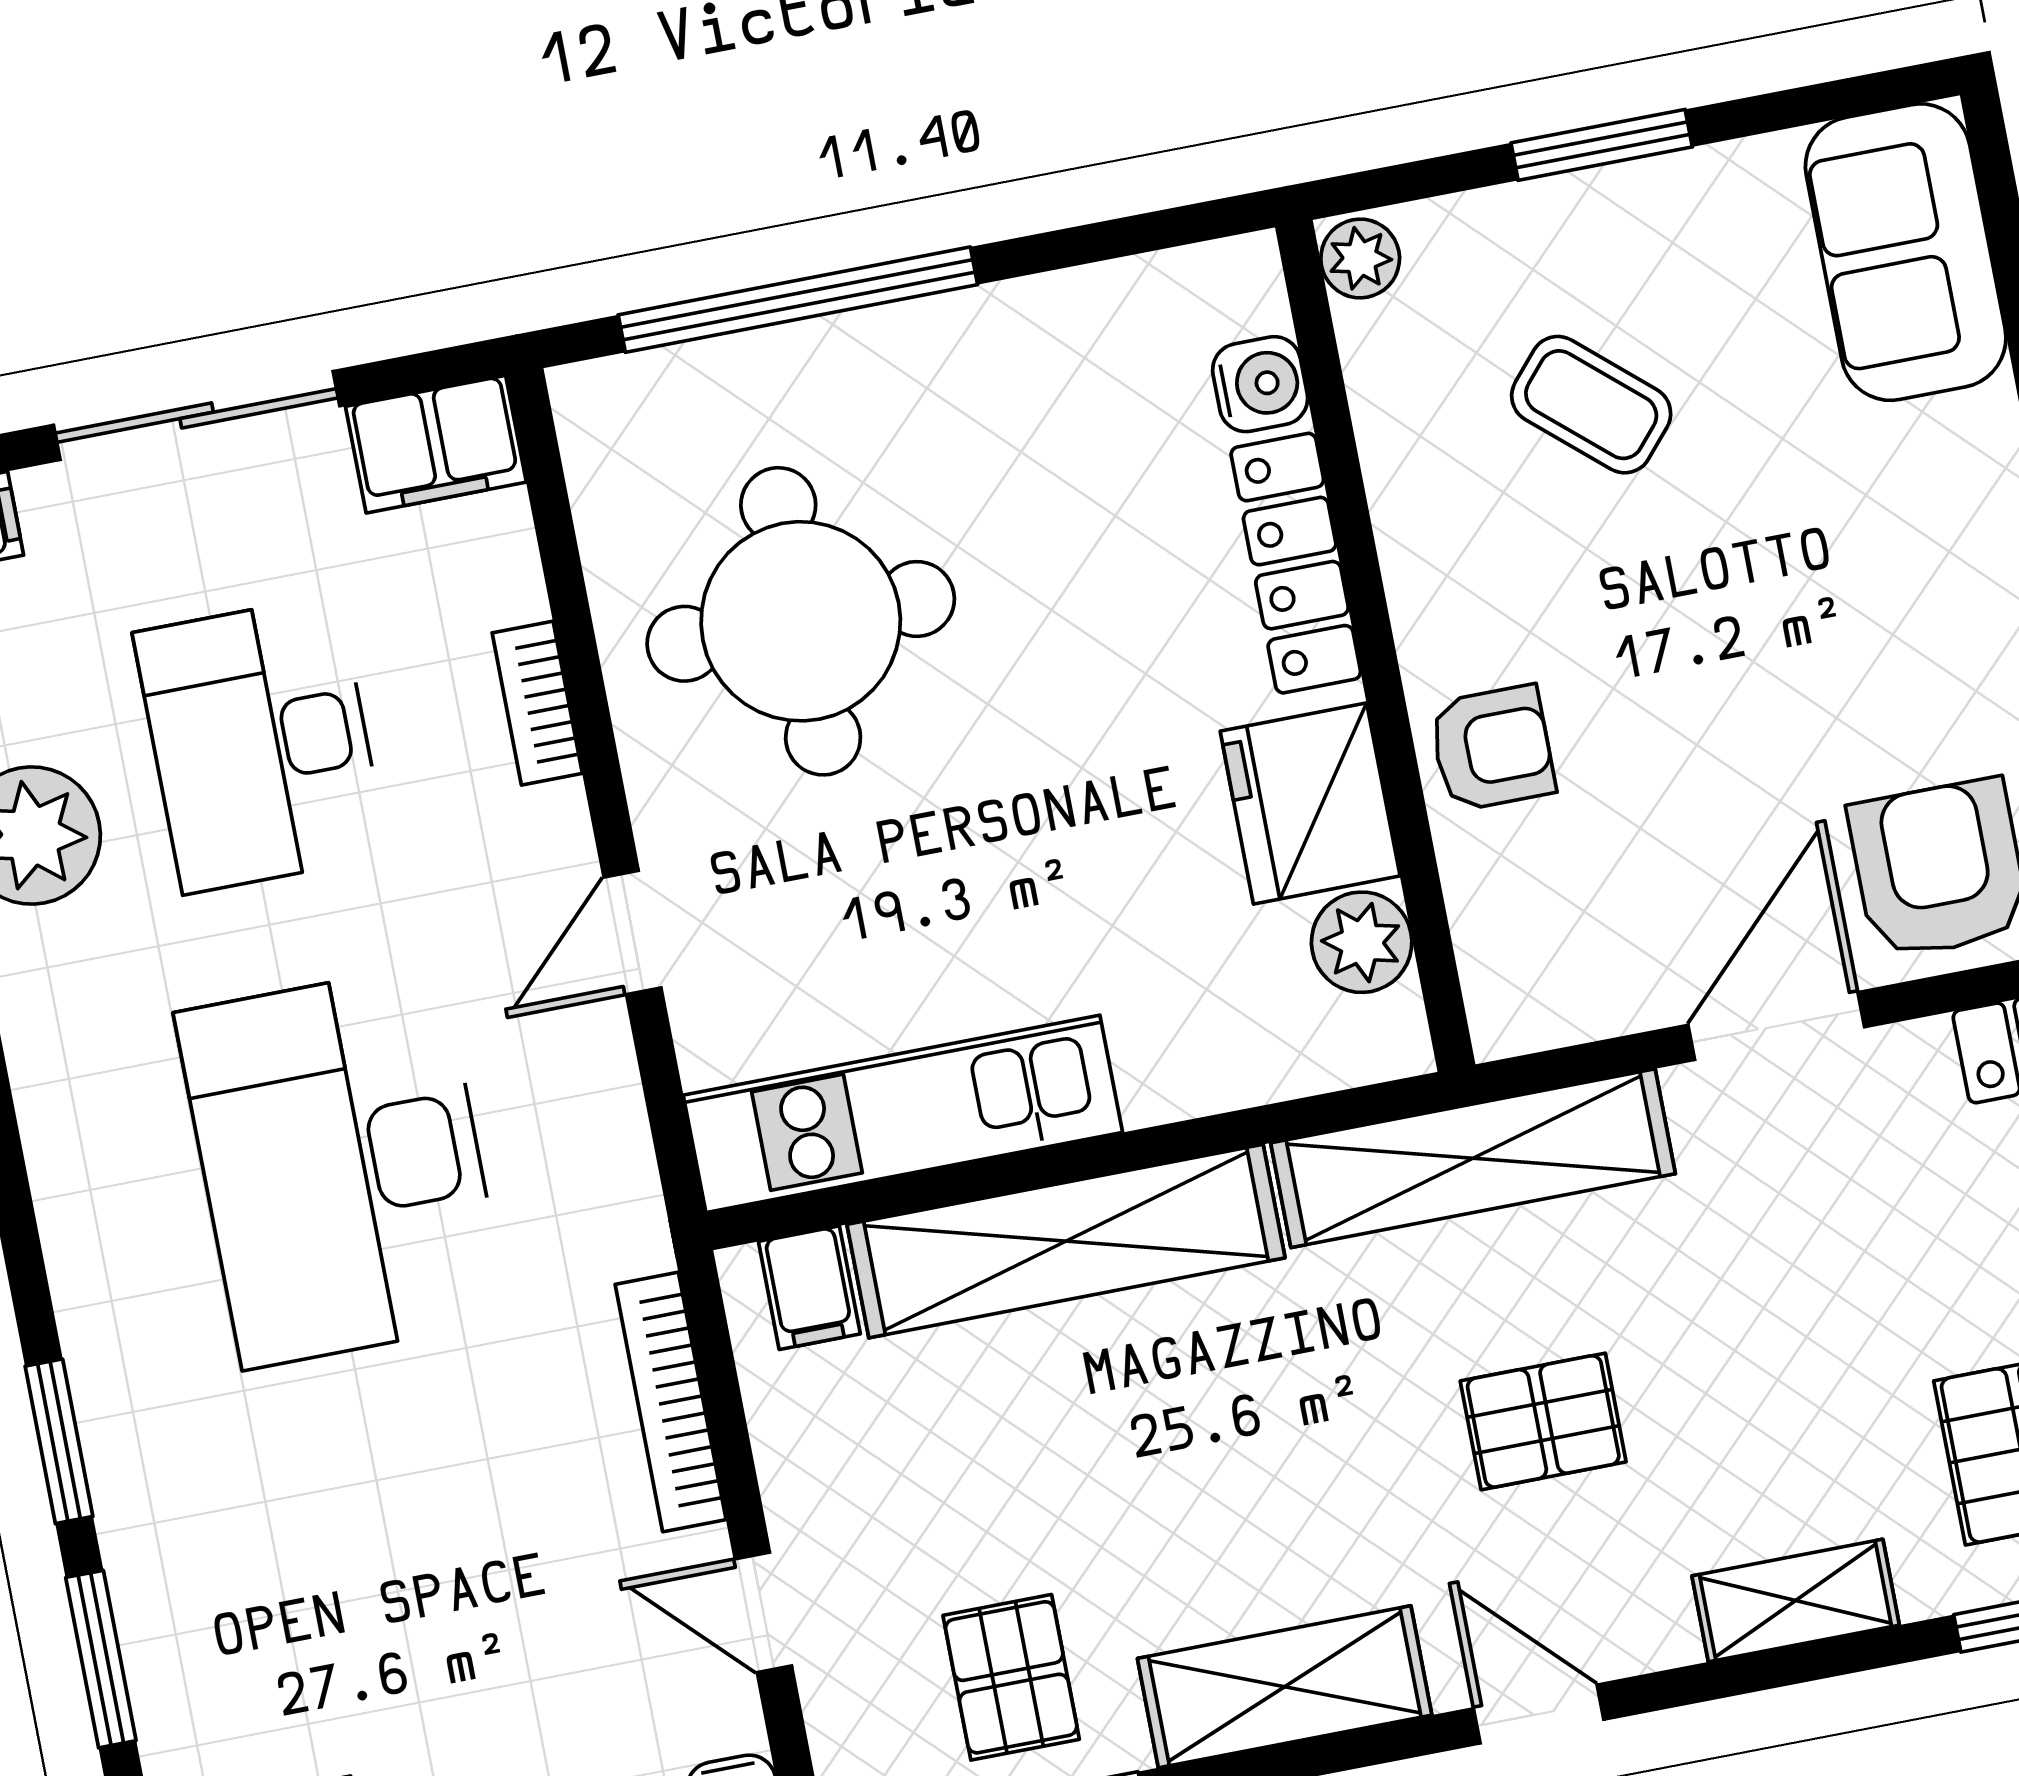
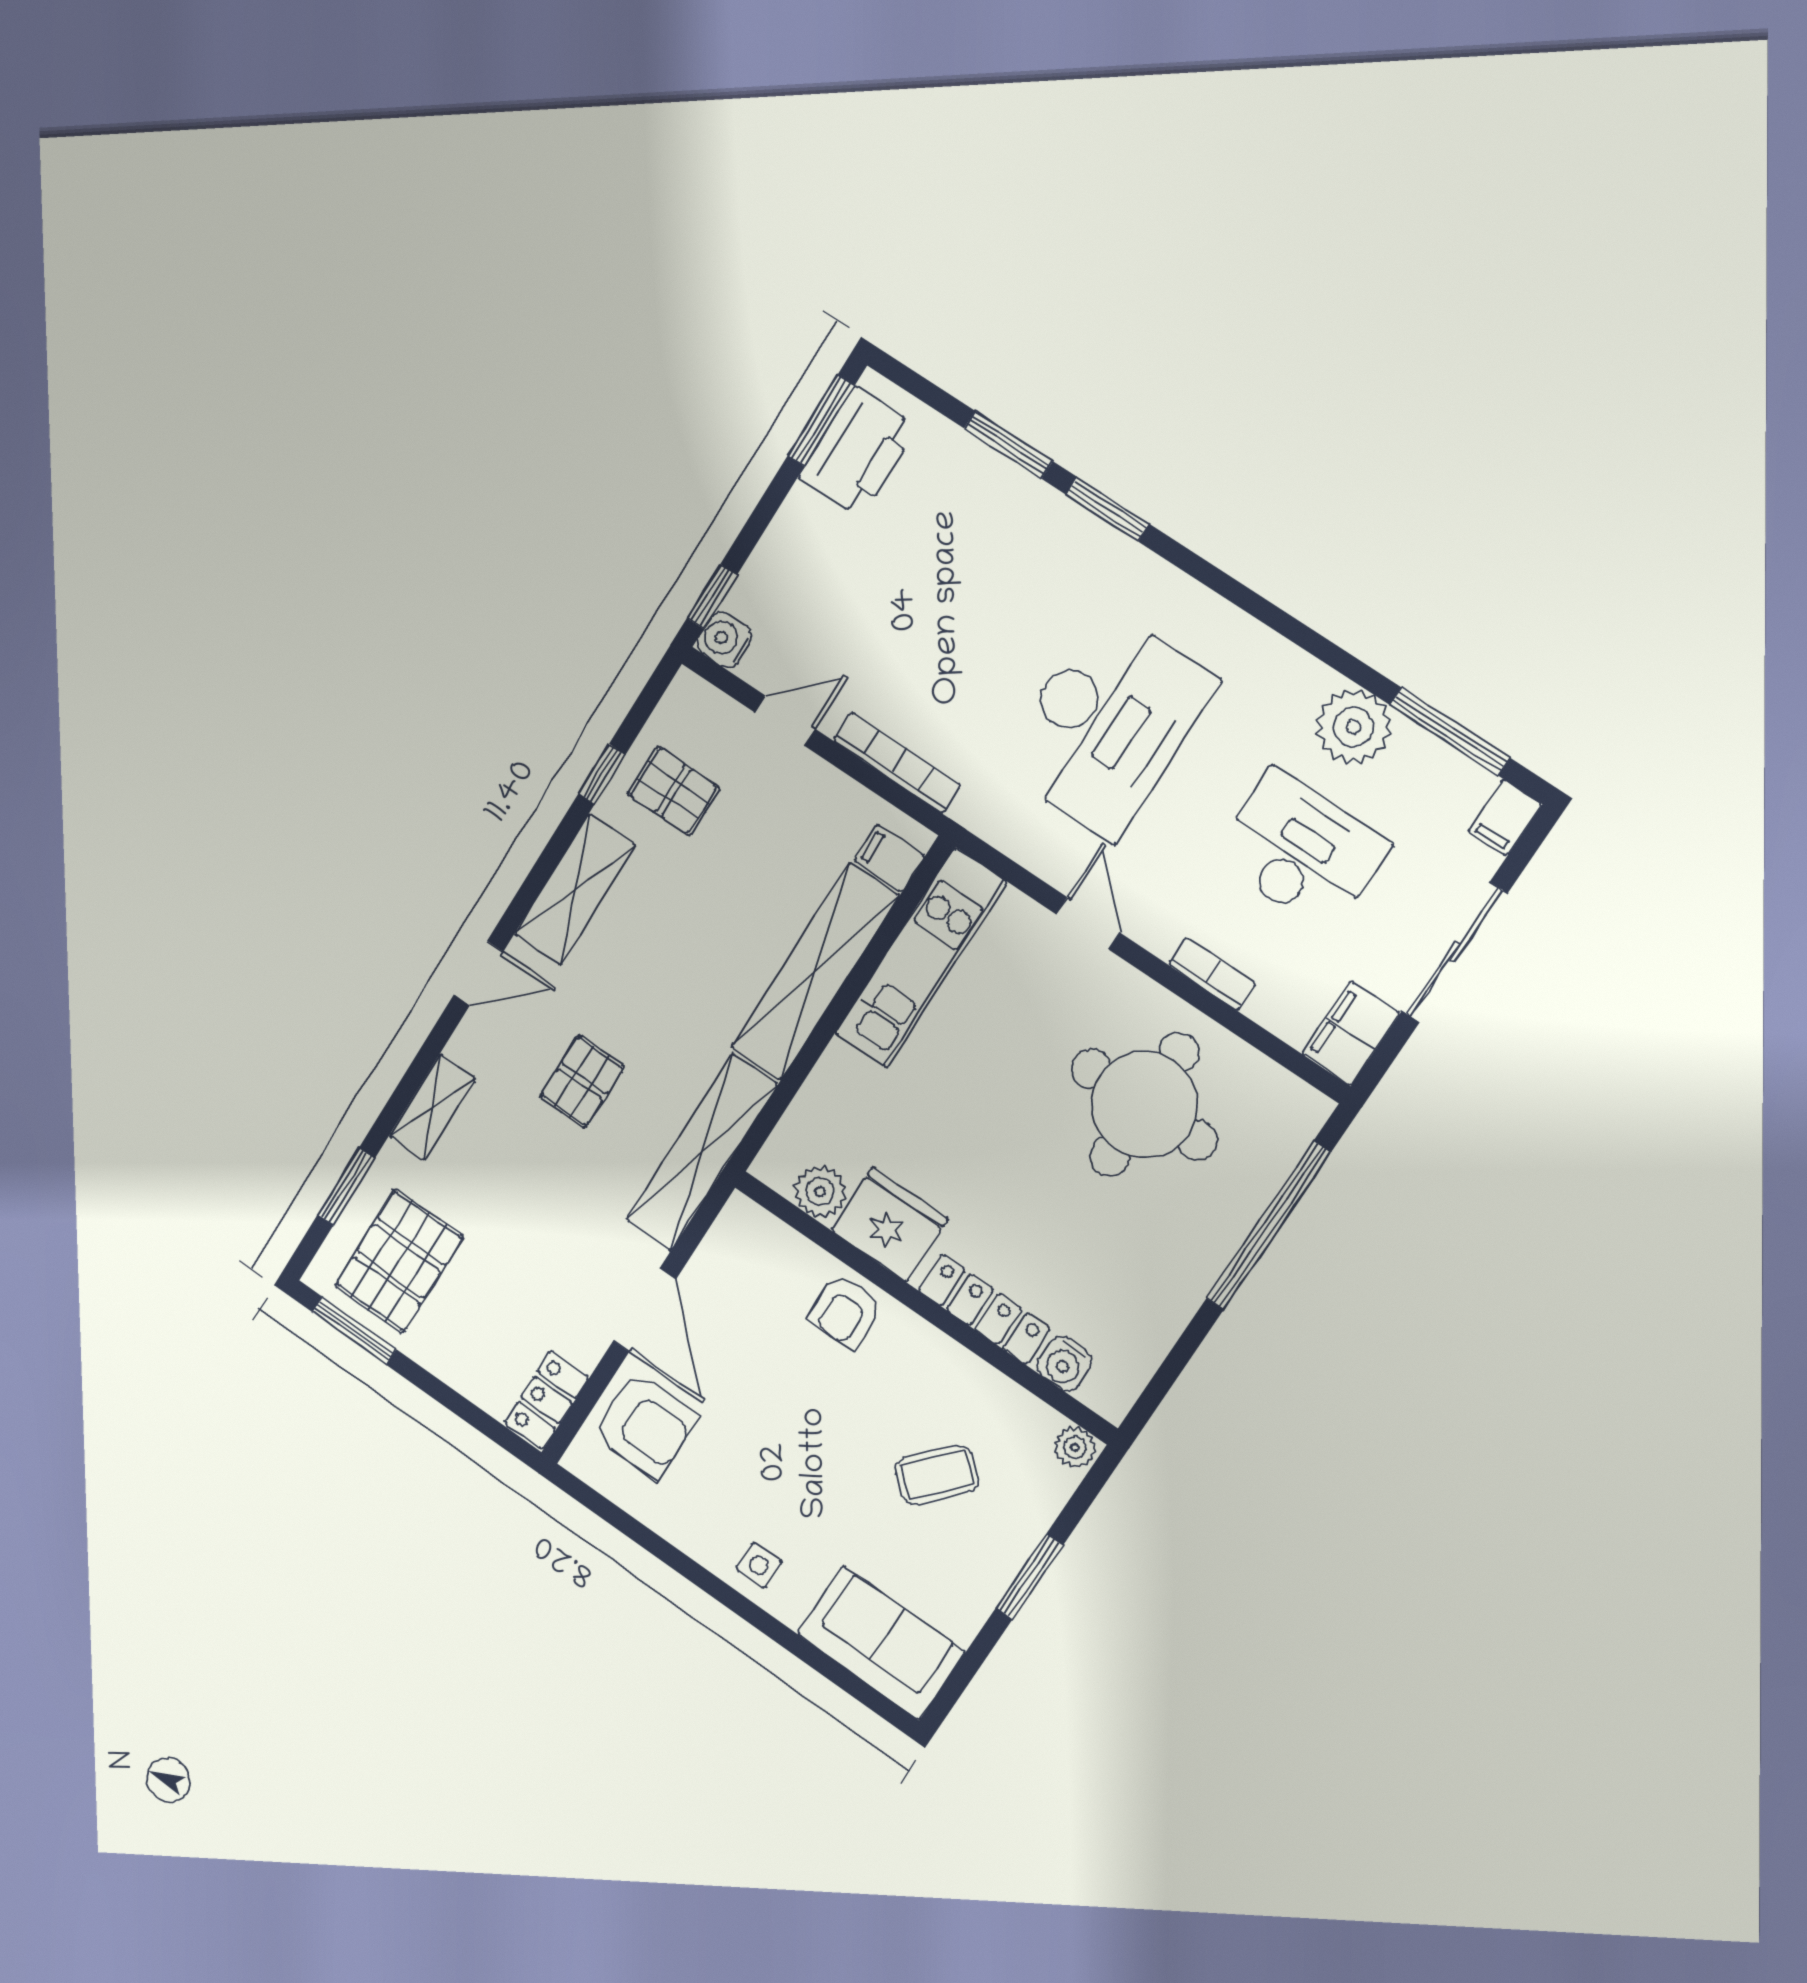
side table: (1972, 522) -> (759, 1565), added
desk: (342, 1166) -> (1107, 724), turned 90

